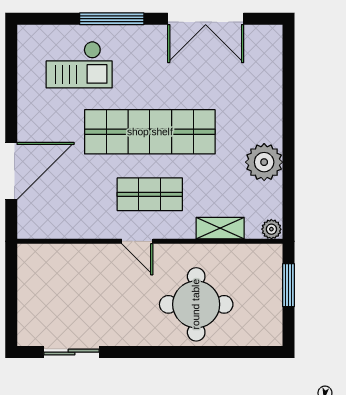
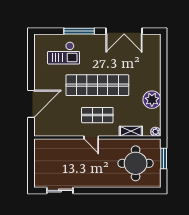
round table: (196, 304) -> (136, 163), moved

